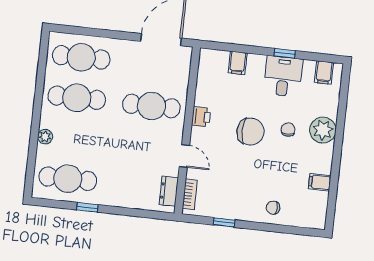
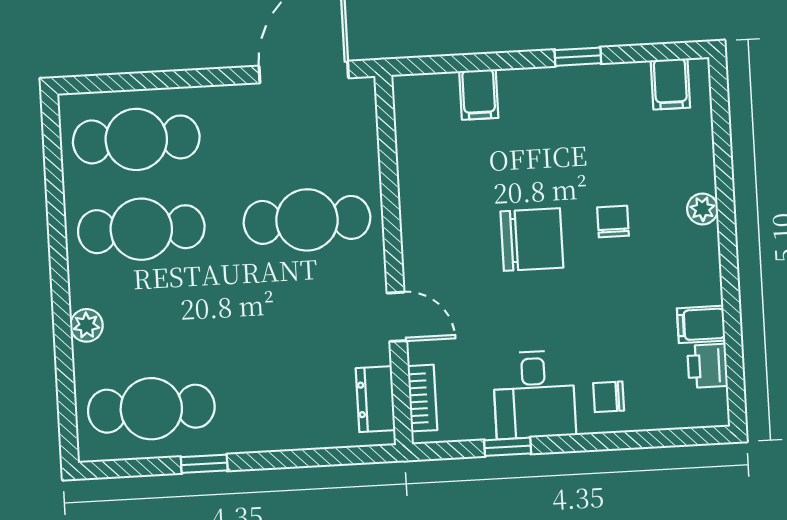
desk: (283, 76) -> (534, 395), moved, turned 180
printer: (201, 117) -> (707, 366), moved, turned 180
plant: (323, 130) -> (702, 209), width x0.53, depth x0.53

